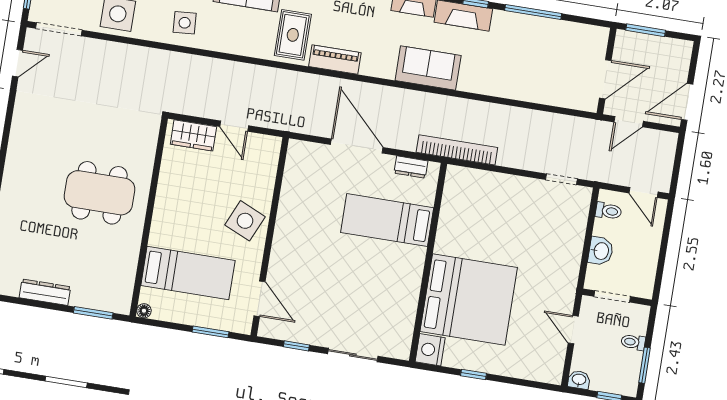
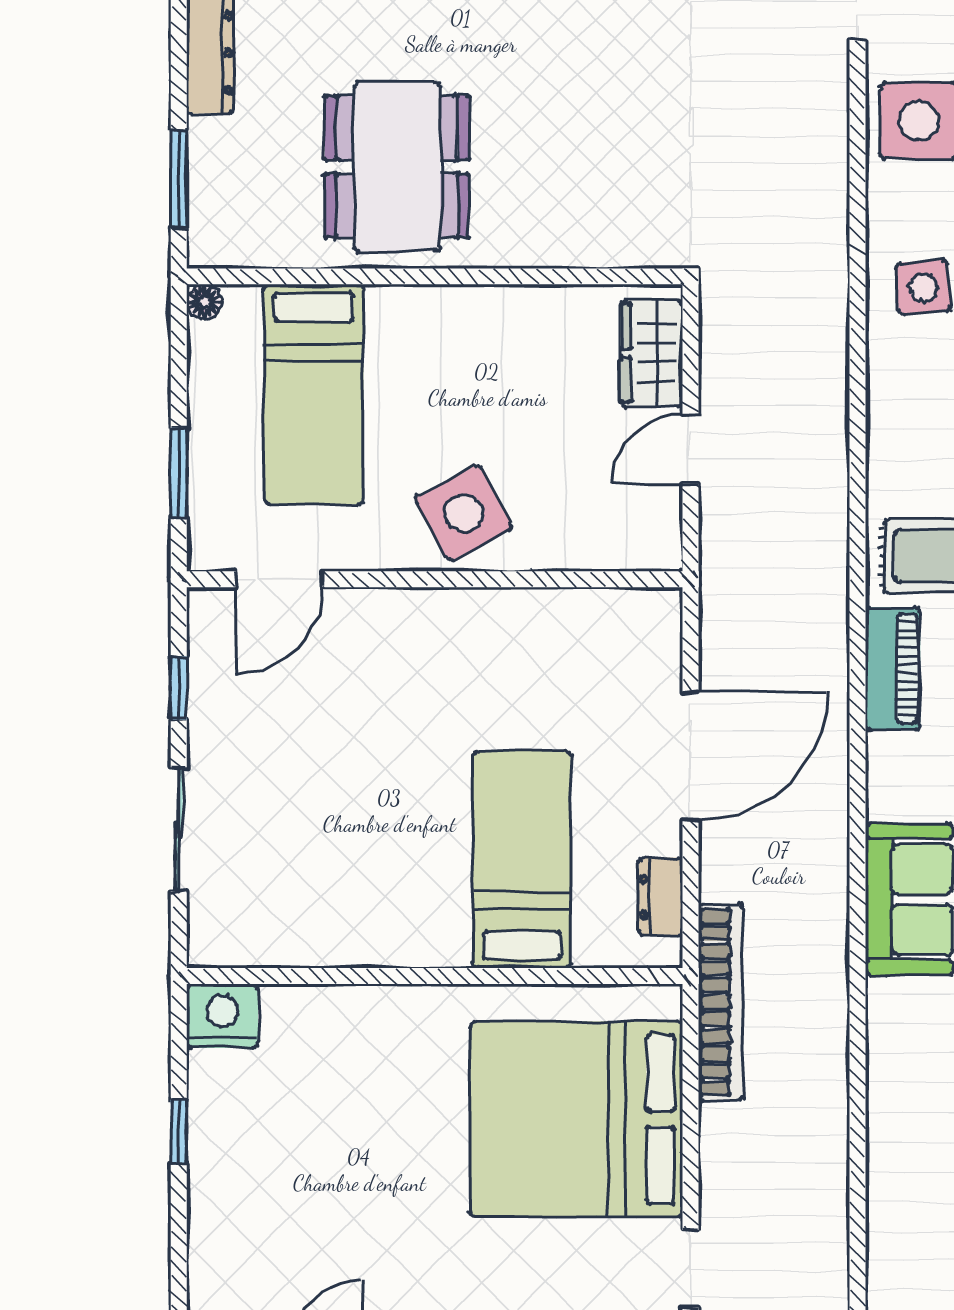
dining table: (100, 193) -> (397, 167), moved
side table: (245, 221) -> (464, 513), turned 38
bed: (469, 300) -> (576, 1119), moved, turned 90

